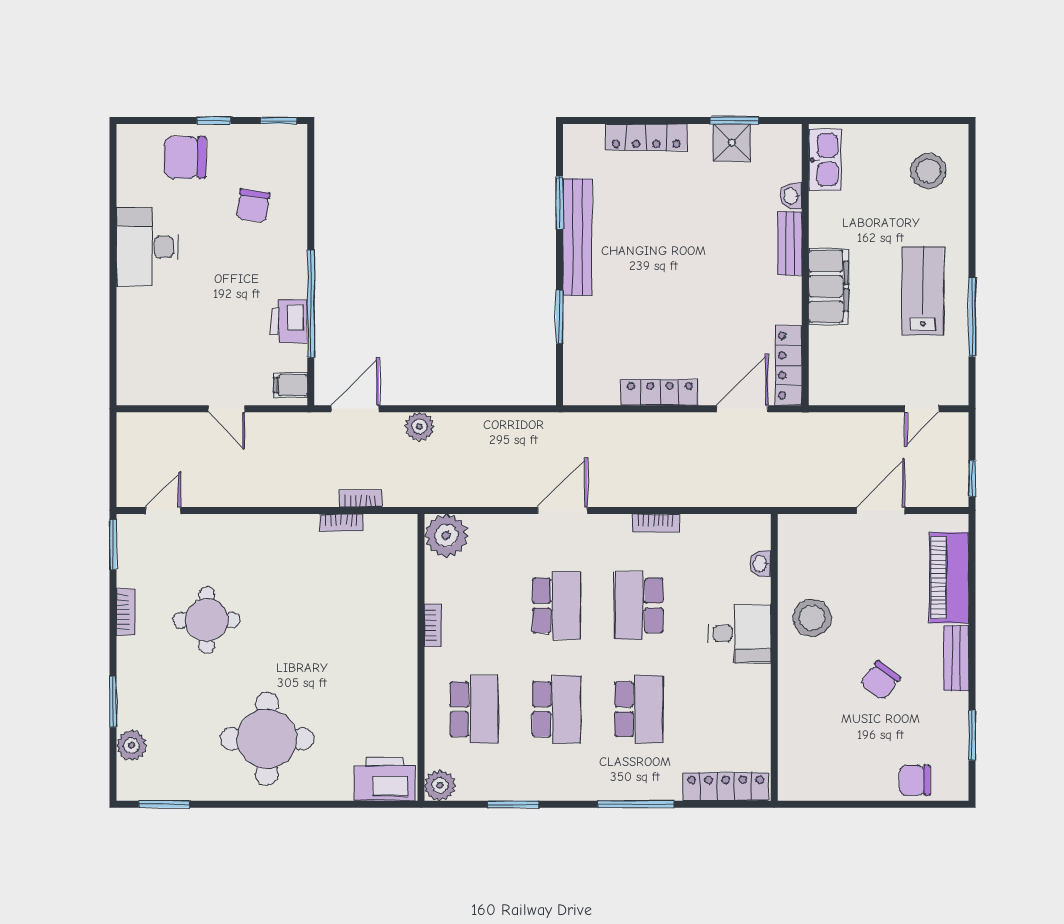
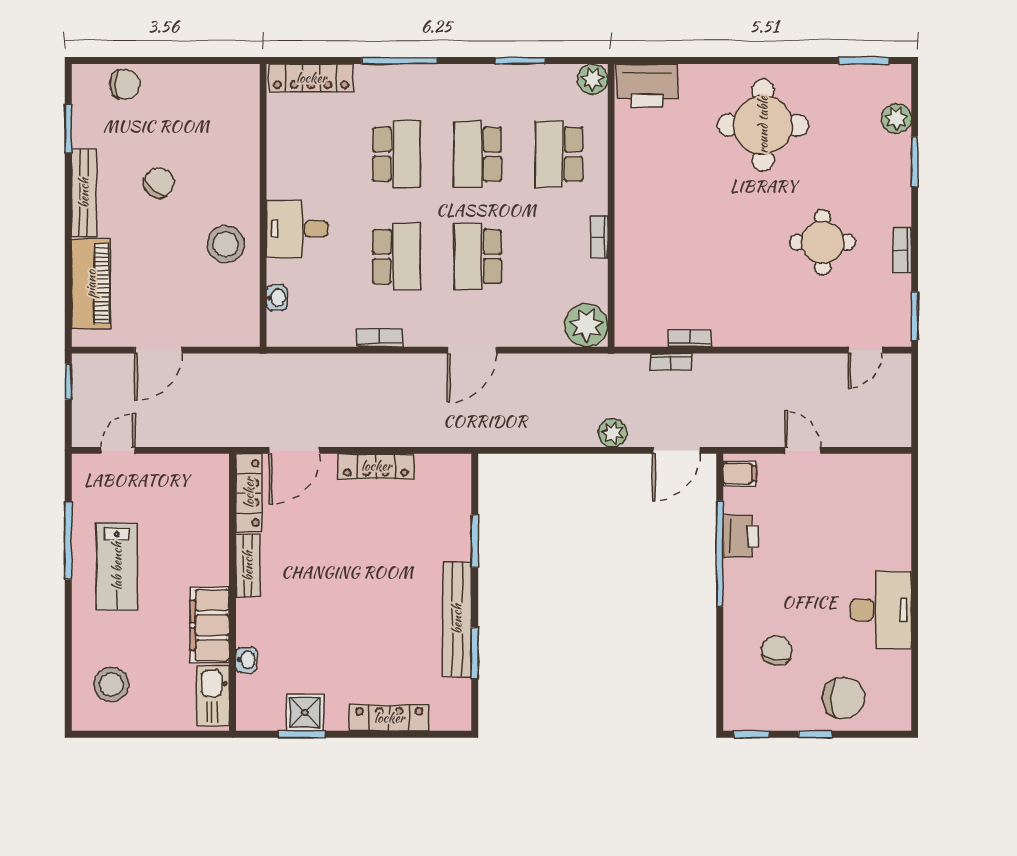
bench: (790, 243) -> (248, 566), moved
filing cabinet: (829, 286) -> (210, 625), moved
bench: (956, 658) -> (84, 193), width x1.36
school desk: (639, 709) -> (397, 154), turned 180

